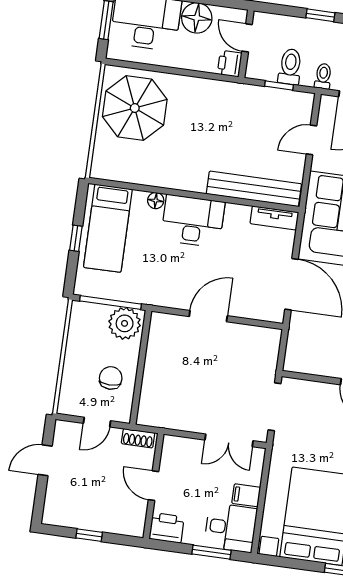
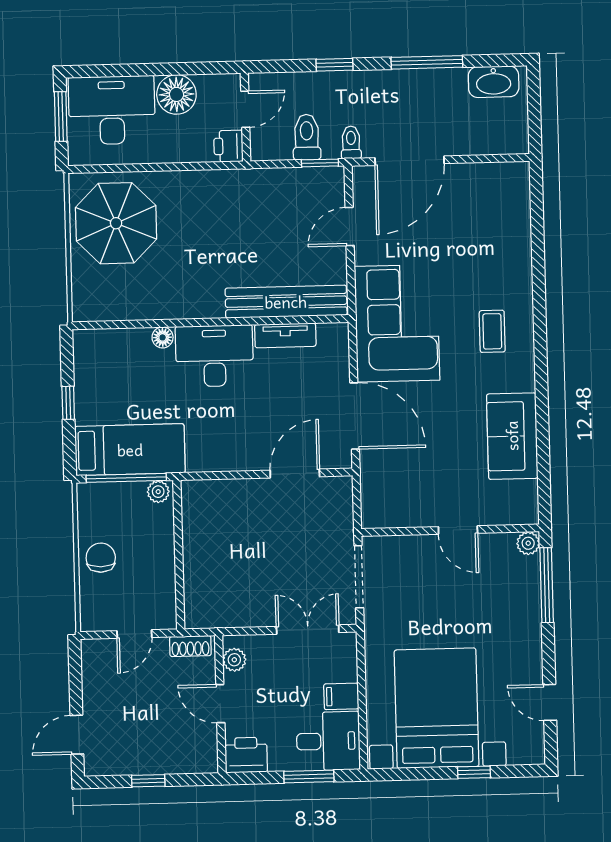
door: (247, 38) -> (245, 109), swing flipped
window: (279, 85) -> (320, 163), moved
tv unit: (274, 218) -> (285, 335), moved
bed: (108, 228) -> (130, 450), moved, turned -90
door: (208, 316) -> (295, 473), moved
plant: (125, 323) -> (158, 492), width x0.53, depth x0.53
chair: (111, 378) -> (101, 558), moved
double door: (229, 440) -> (308, 629), swing flipped
plant: (170, 454) -> (234, 660), added
door: (45, 460) -> (77, 735), moved

